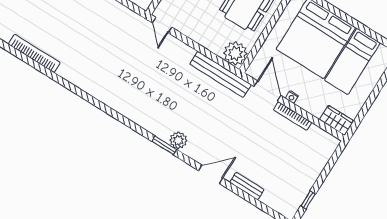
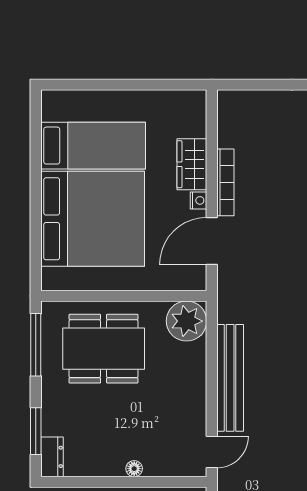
bench: (220, 74) -> (230, 378), moved
wardrobe: (337, 120) -> (192, 164), moved

